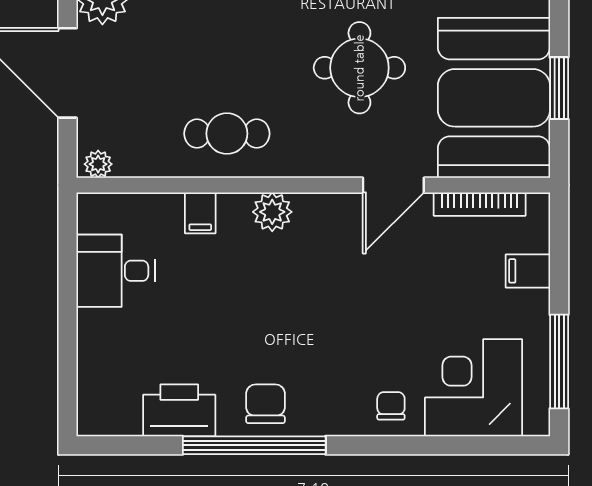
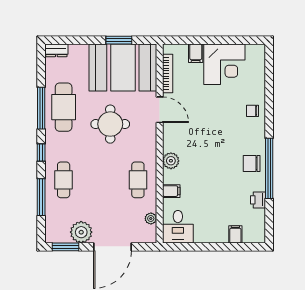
plant: (98, 164) -> (151, 219), moved
desk: (115, 271) -> (178, 227), moved
window: (559, 362) -> (234, 40), removed
filing cabinet: (97, 365) -> (235, 234), added
corner desk: (474, 388) -> (224, 64), moved, turned -90
printer: (179, 410) -> (258, 200), width x0.53, depth x0.68

